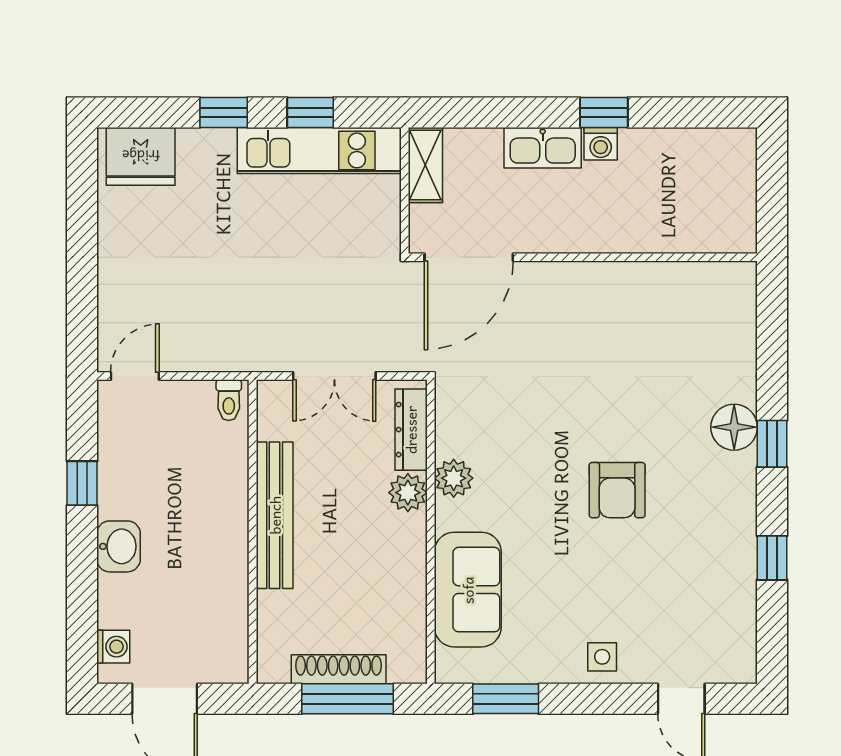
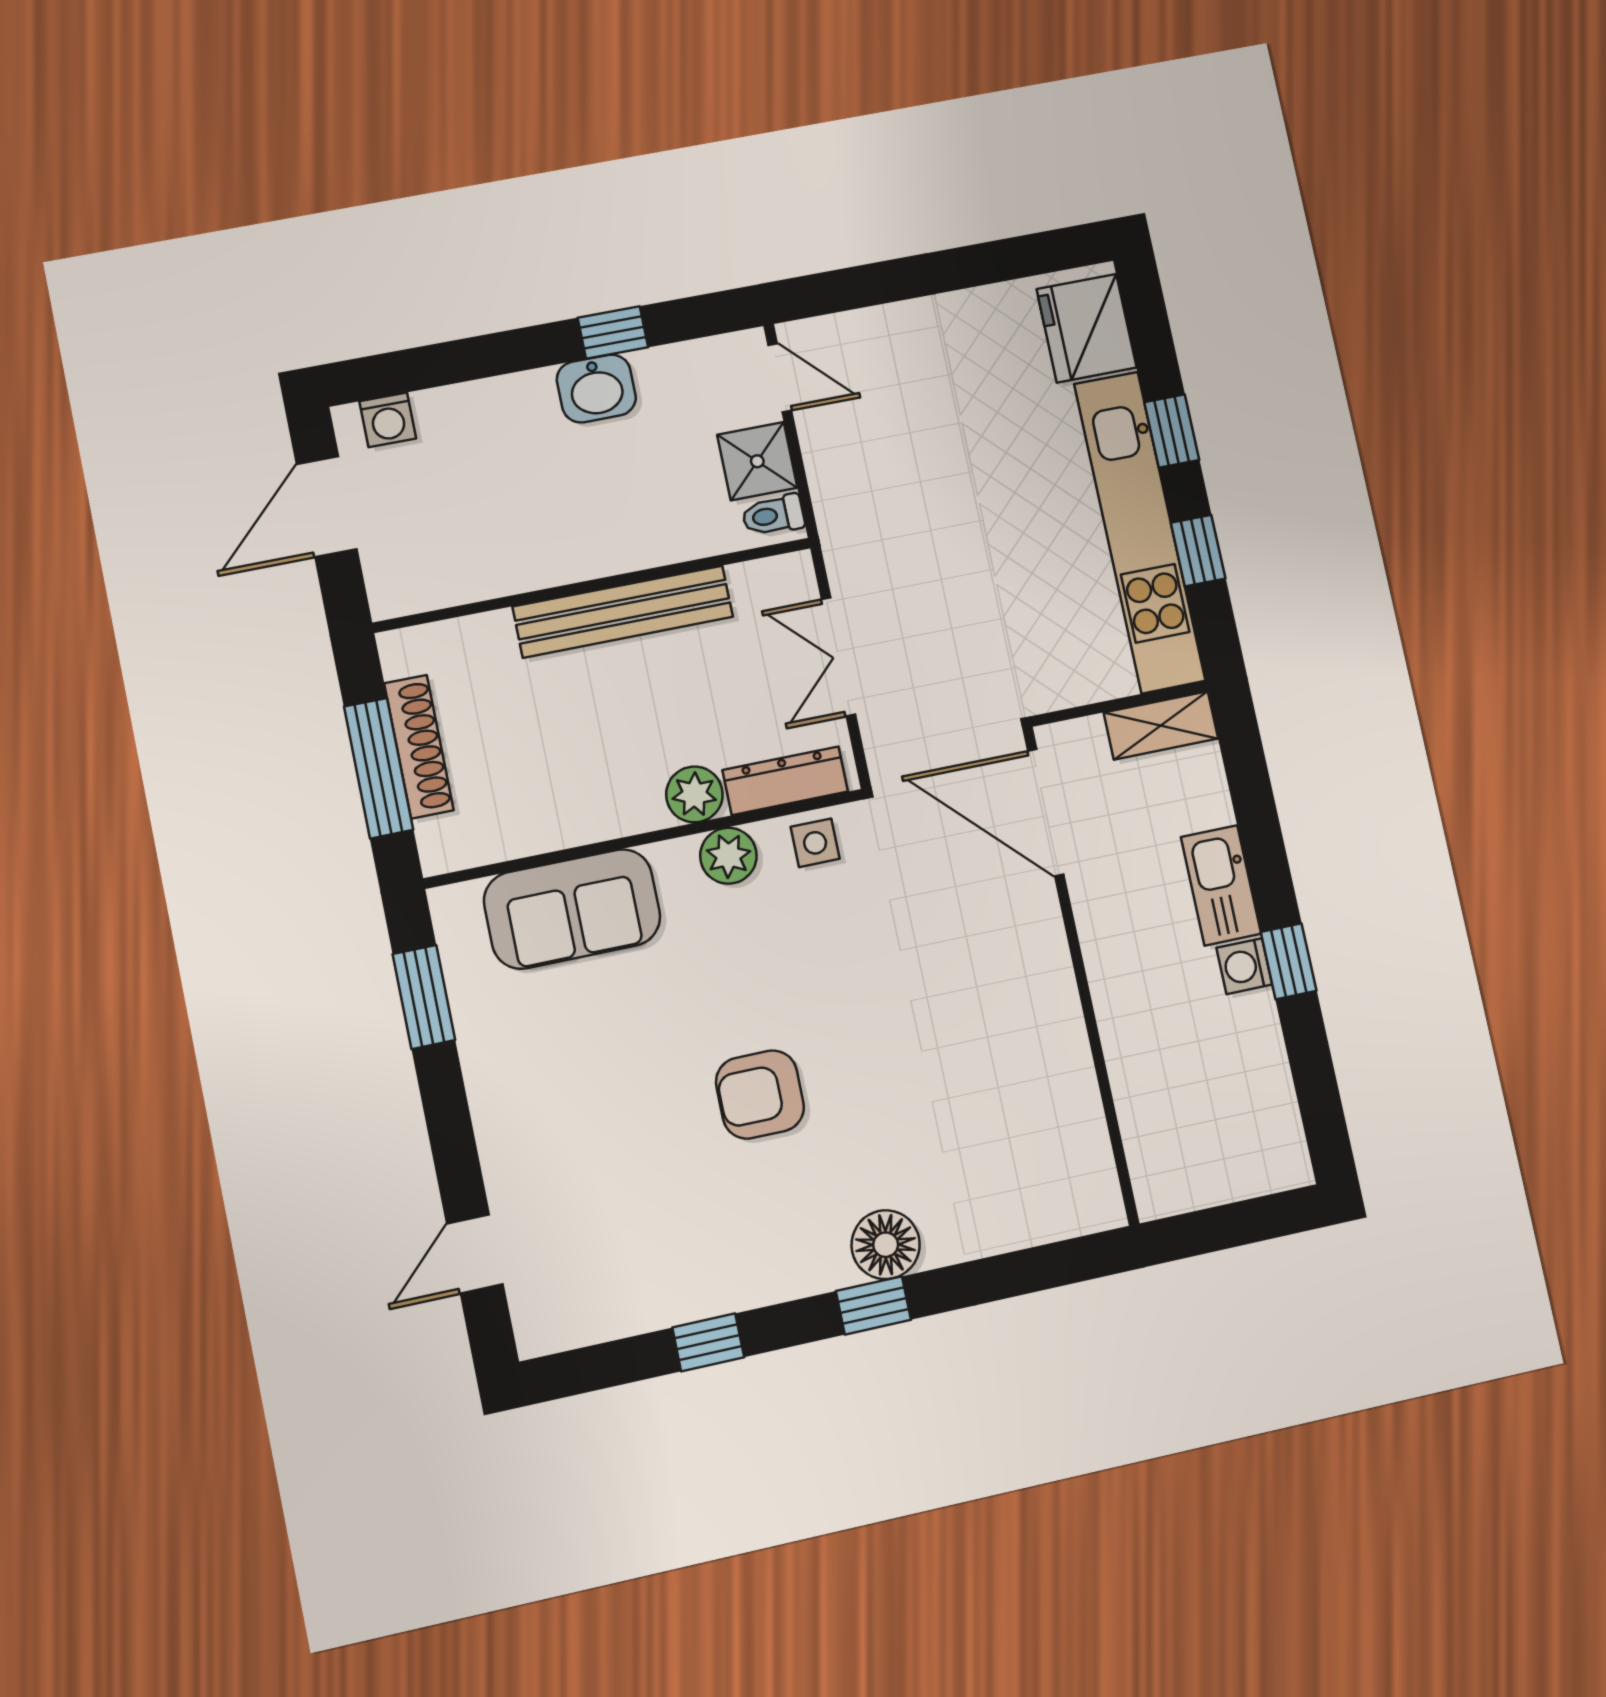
kitchen unit: (319, 150) -> (1140, 532), width x1.36
shower: (190, 403) -> (757, 461), added
washbasin: (119, 546) -> (596, 389), moved
side table: (602, 657) -> (815, 843), moved

